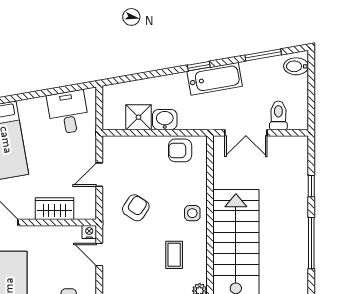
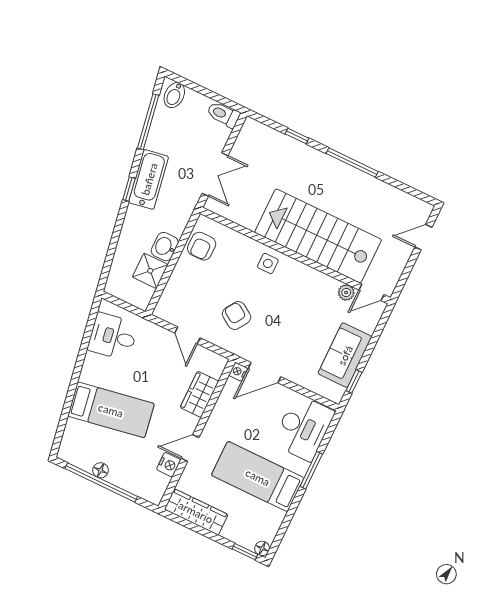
window: (263, 55) -> (148, 122), width x1.44
toilet: (278, 115) -> (223, 114), moved
door: (99, 254) -> (264, 373), width x1.38
coffee table: (174, 255) -> (300, 300), removed

